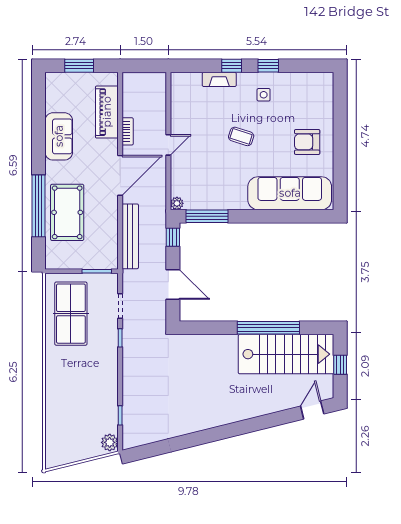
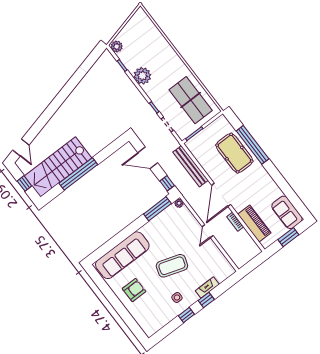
sofa: (59, 136) -> (287, 212), moved
coffee table: (241, 136) -> (172, 266), width x1.86, depth x1.72
plant: (106, 385) -> (142, 76), added

